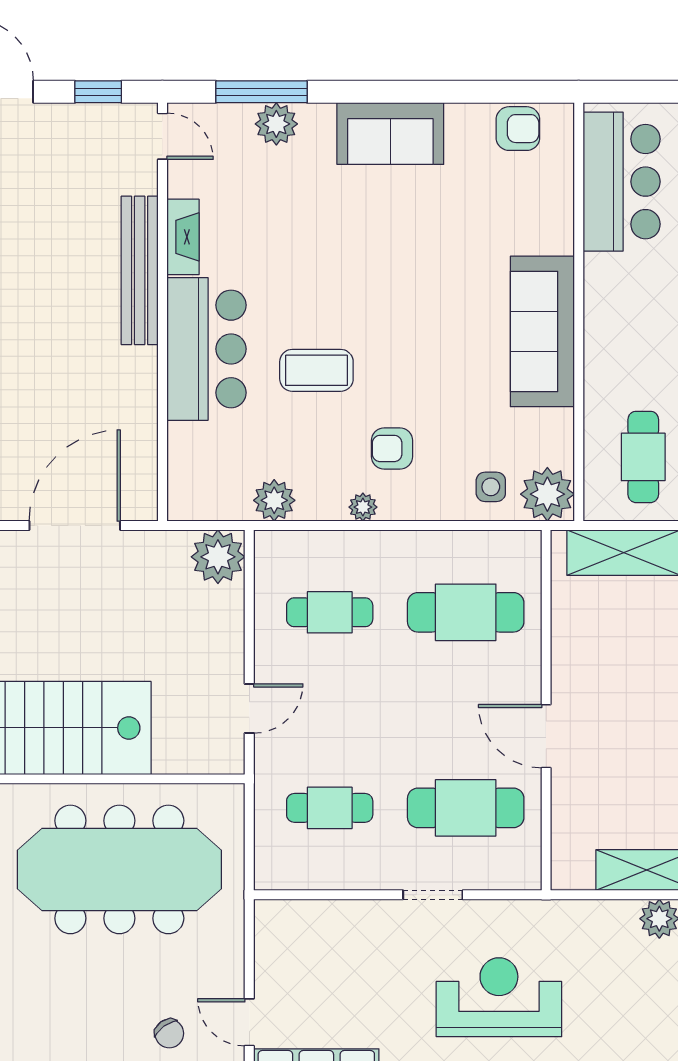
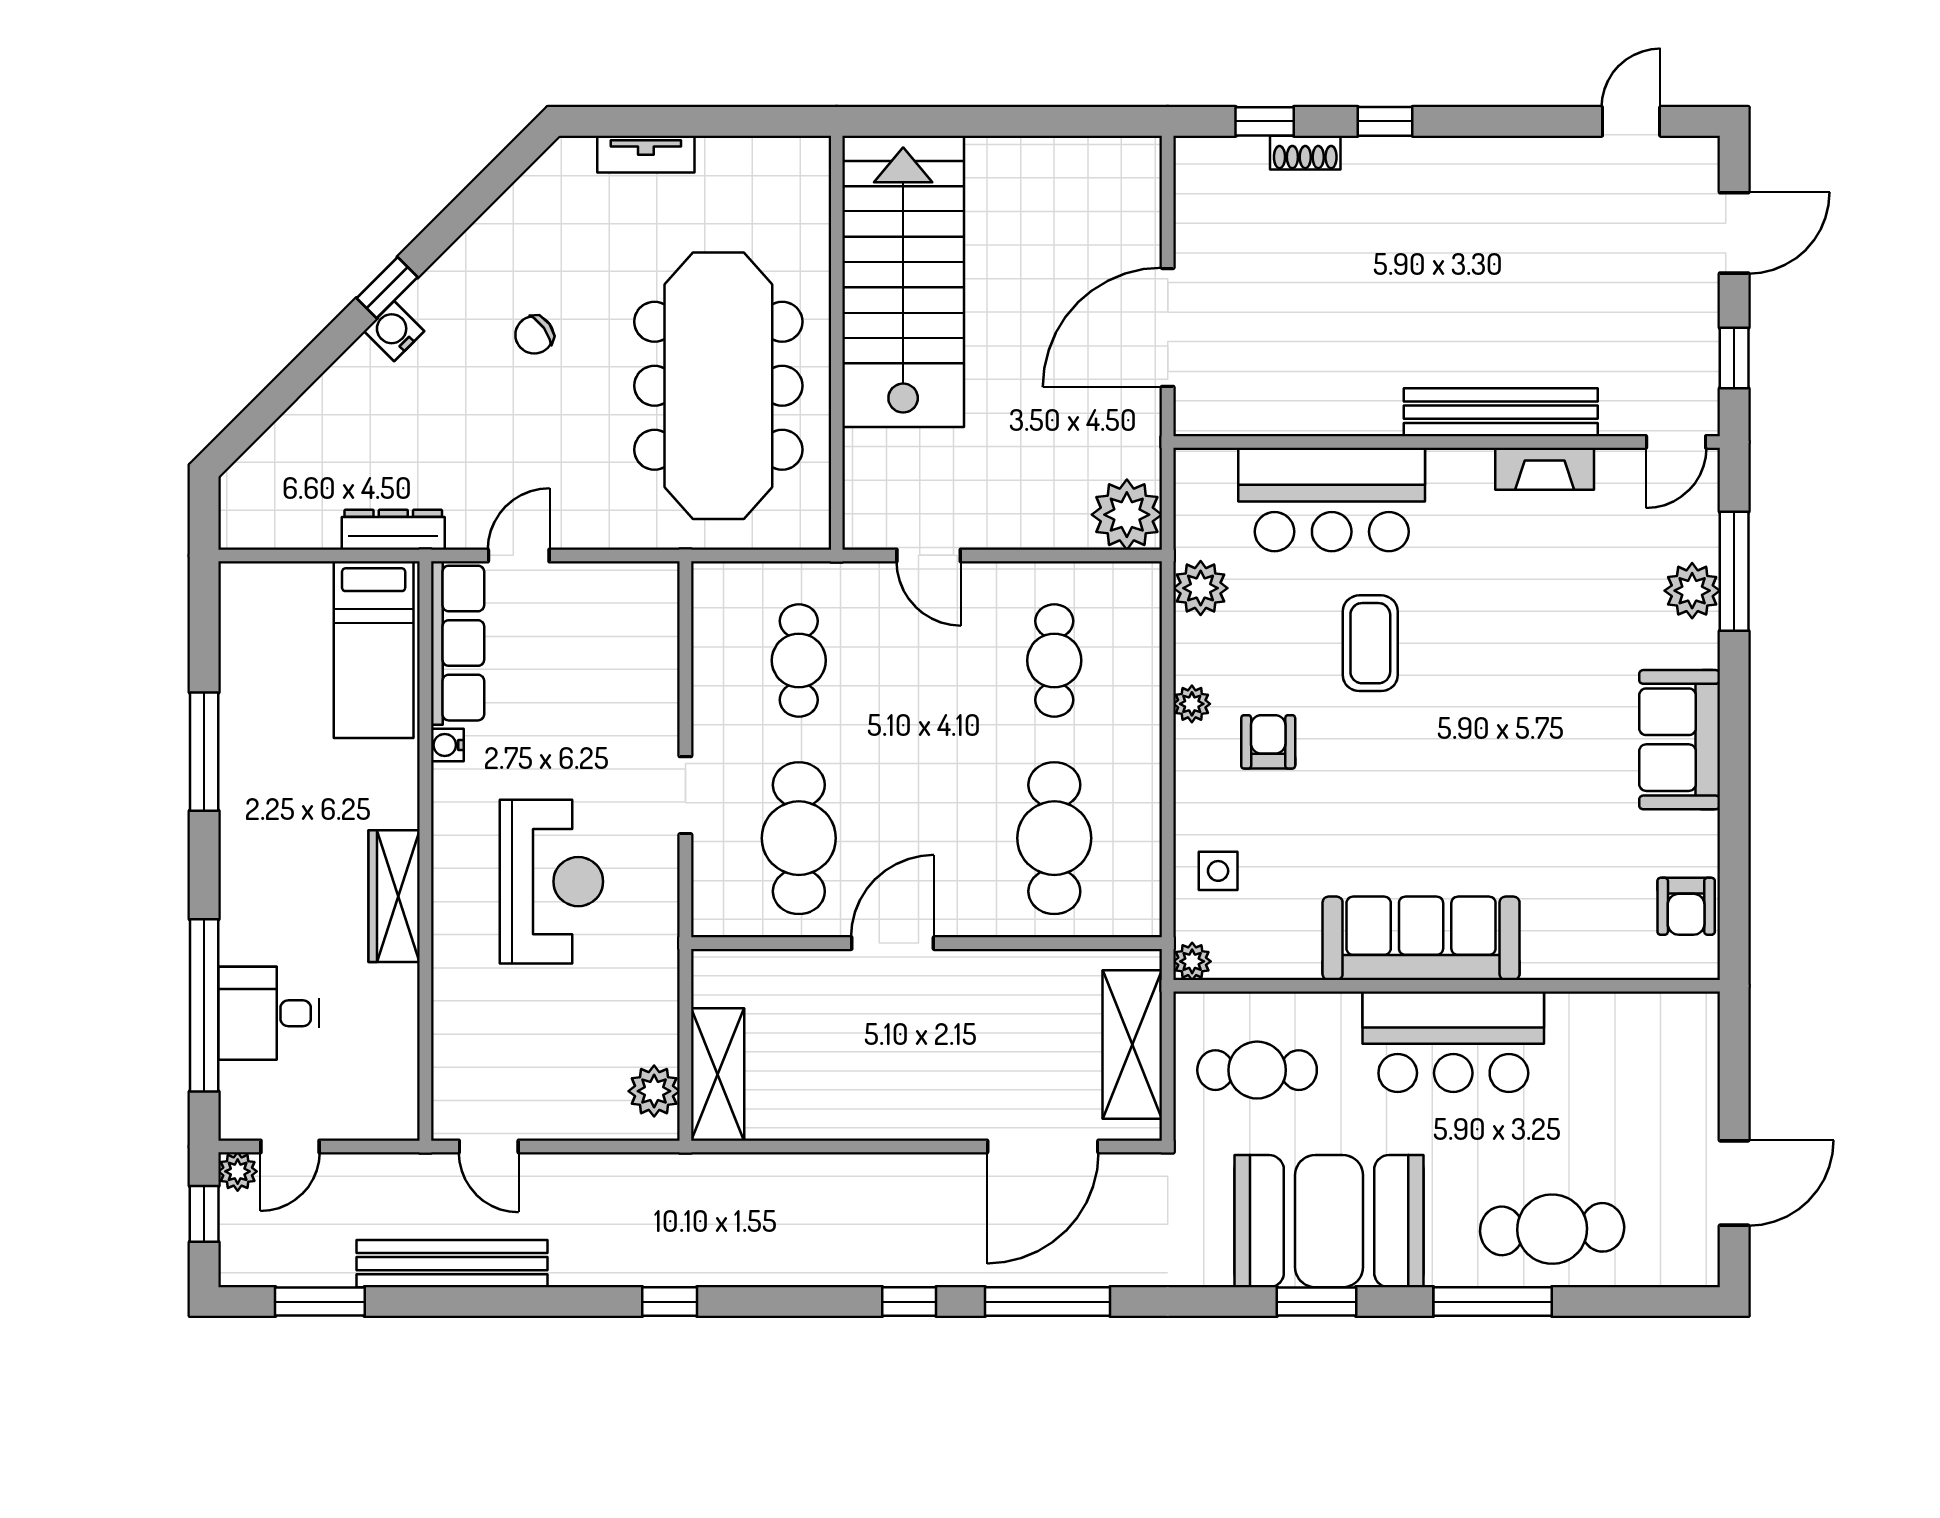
bar counter: (622, 182) -> (1453, 1042), moved
bar counter: (206, 349) -> (1332, 499), moved
plant: (547, 494) -> (1192, 961), width x0.53, depth x0.53
door: (75, 525) -> (1168, 327), swing flipped
chair: (169, 1033) -> (534, 335), moved

